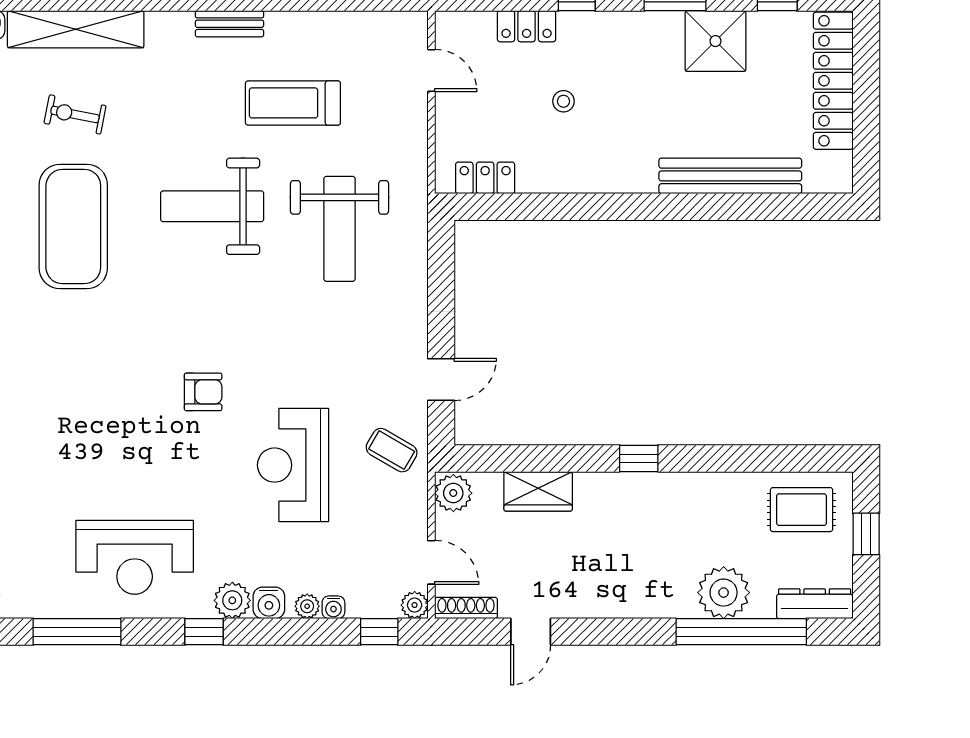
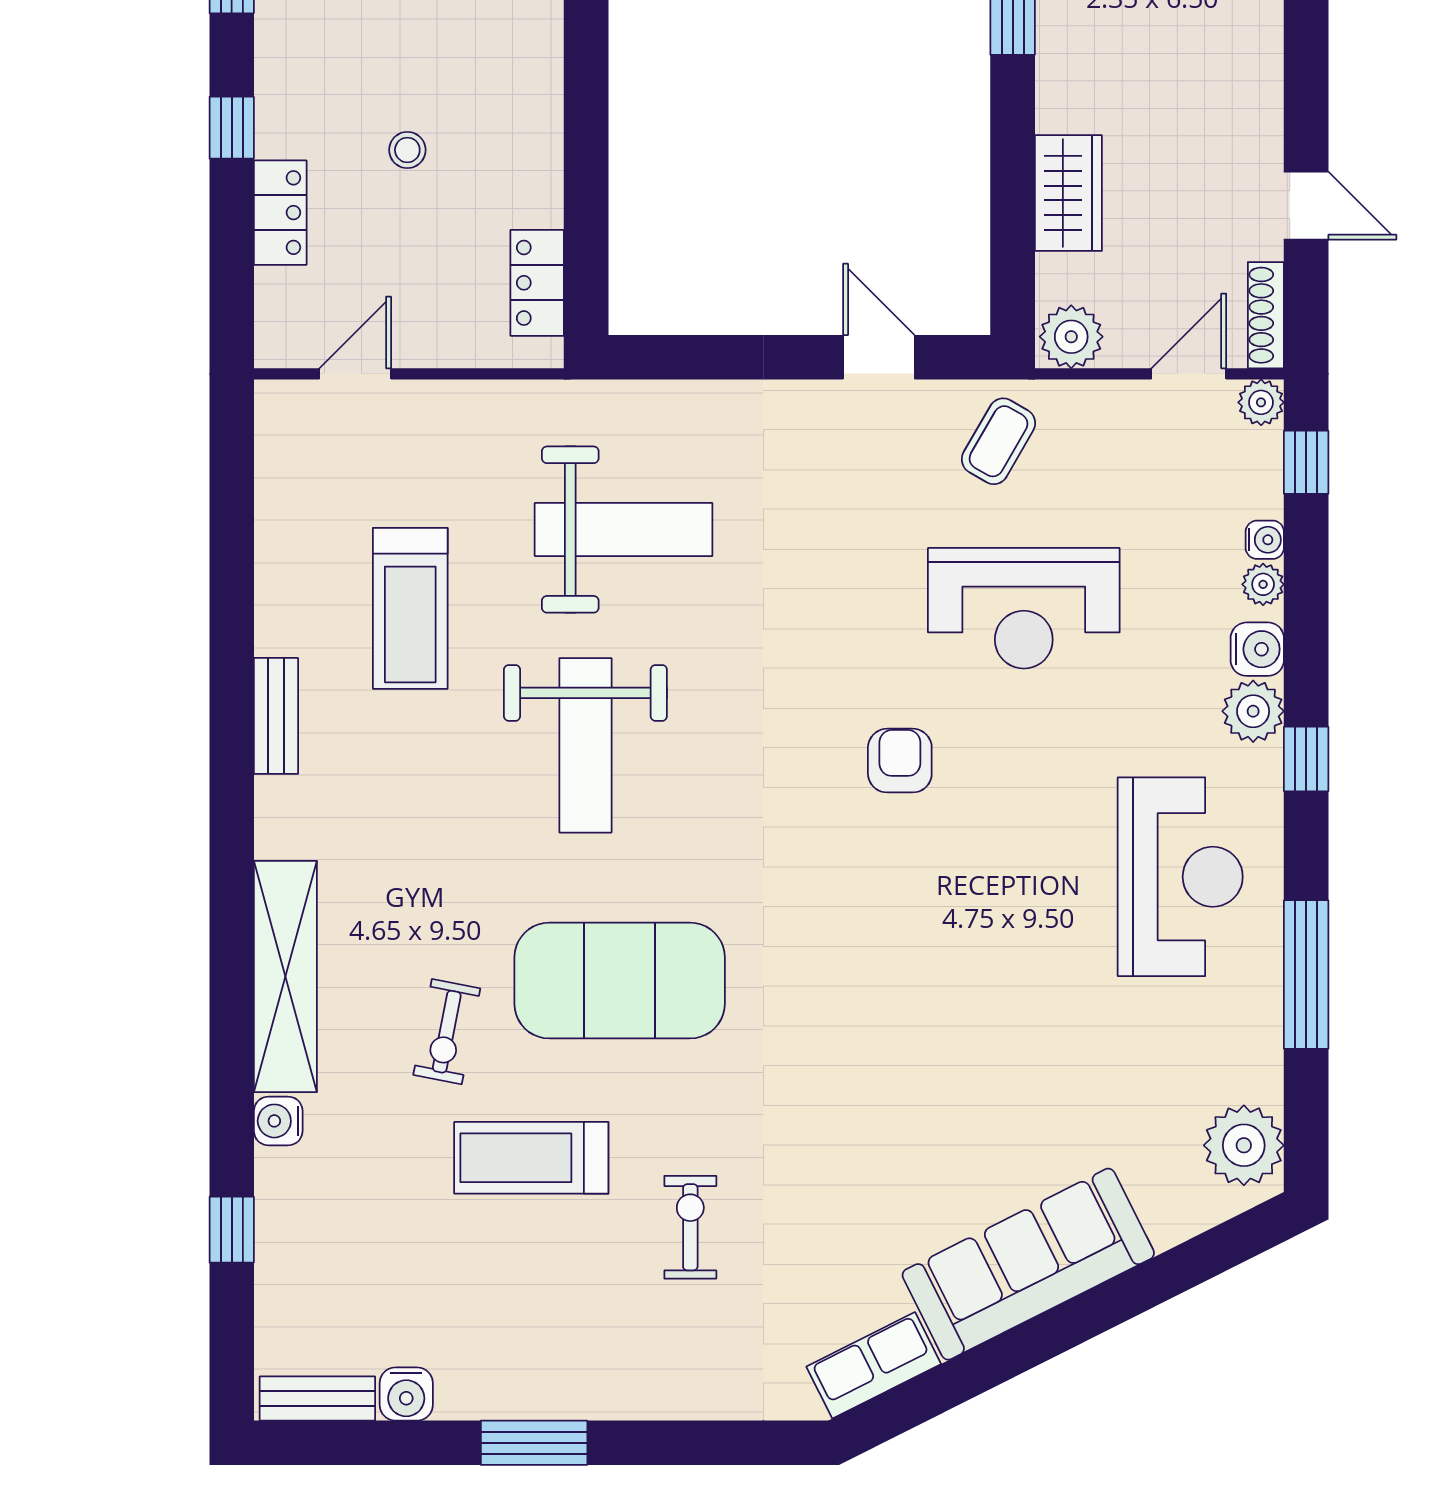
exercise bike: (75, 114) -> (447, 1032), moved

